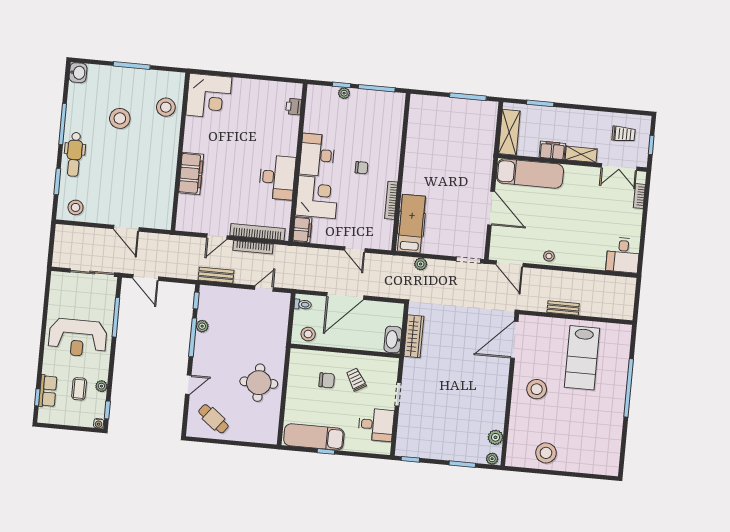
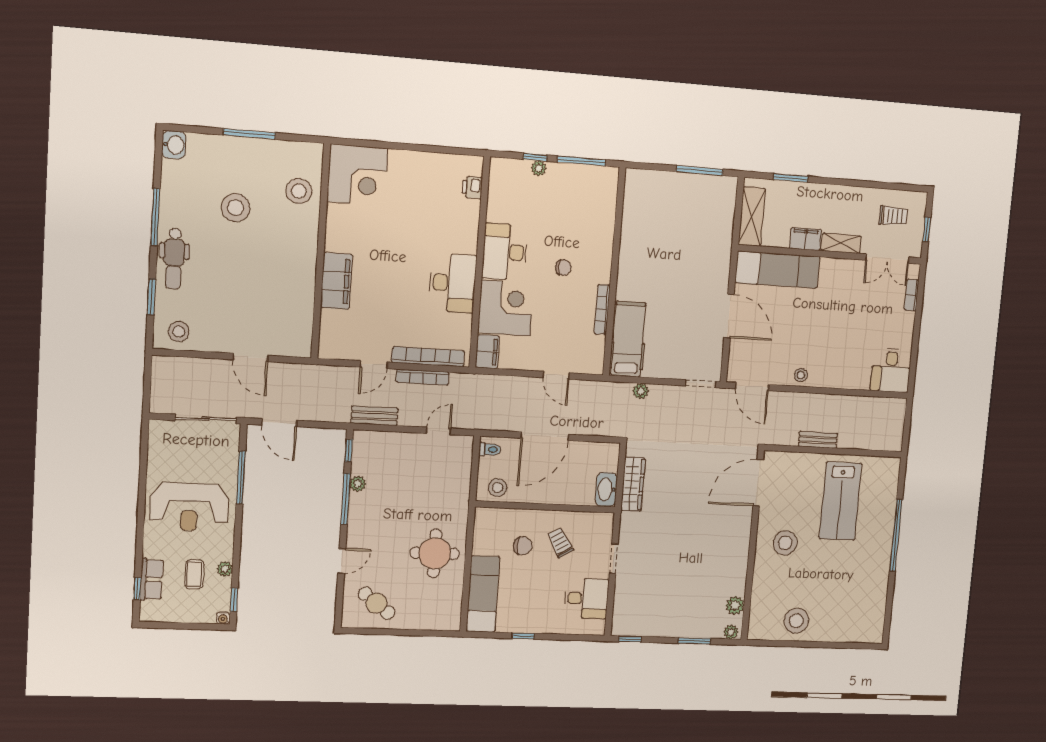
exam couch: (314, 437) -> (483, 594), moved, turned 90

